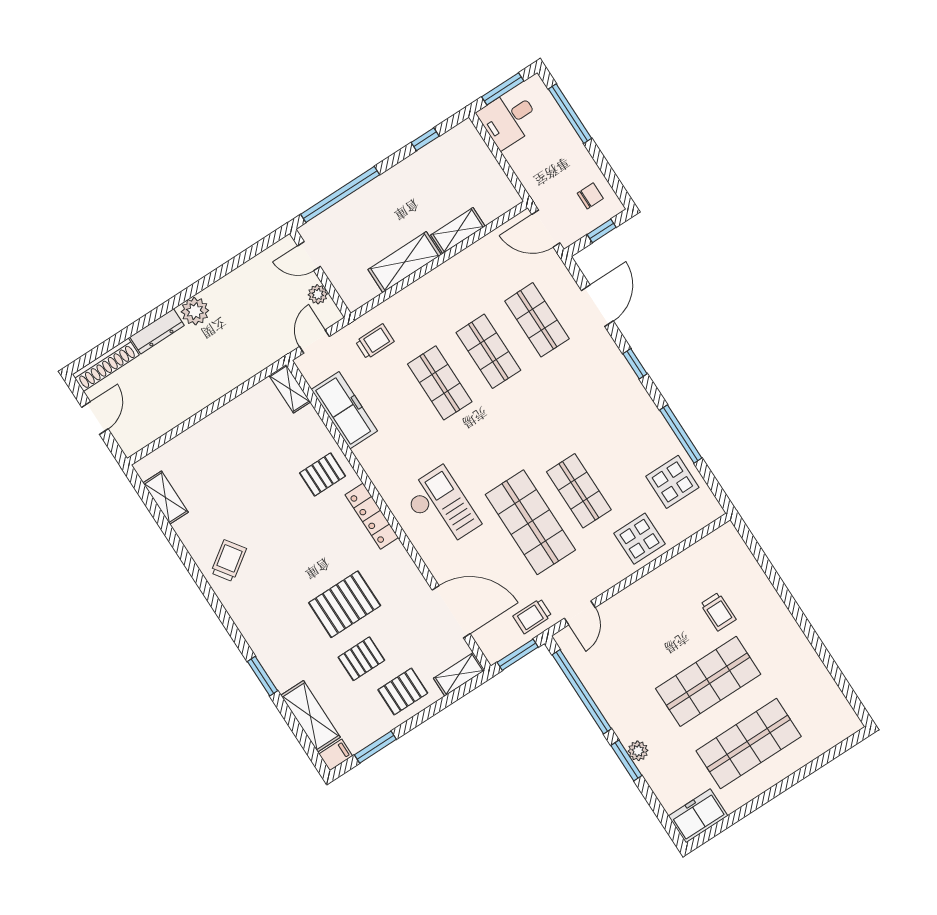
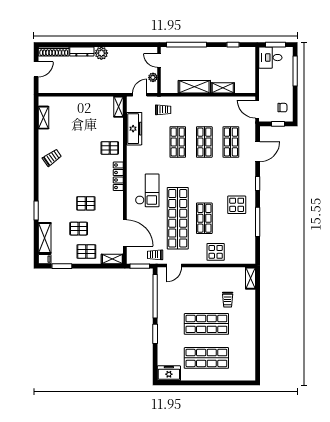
display table: (672, 482) -> (237, 205), moved
shop shelf: (530, 522) -> (178, 218), width x1.40
shelving: (734, 545) -> (251, 278), added
pallet: (345, 604) -> (86, 203), width x0.67, depth x0.71
plant: (638, 751) -> (162, 333), removed

